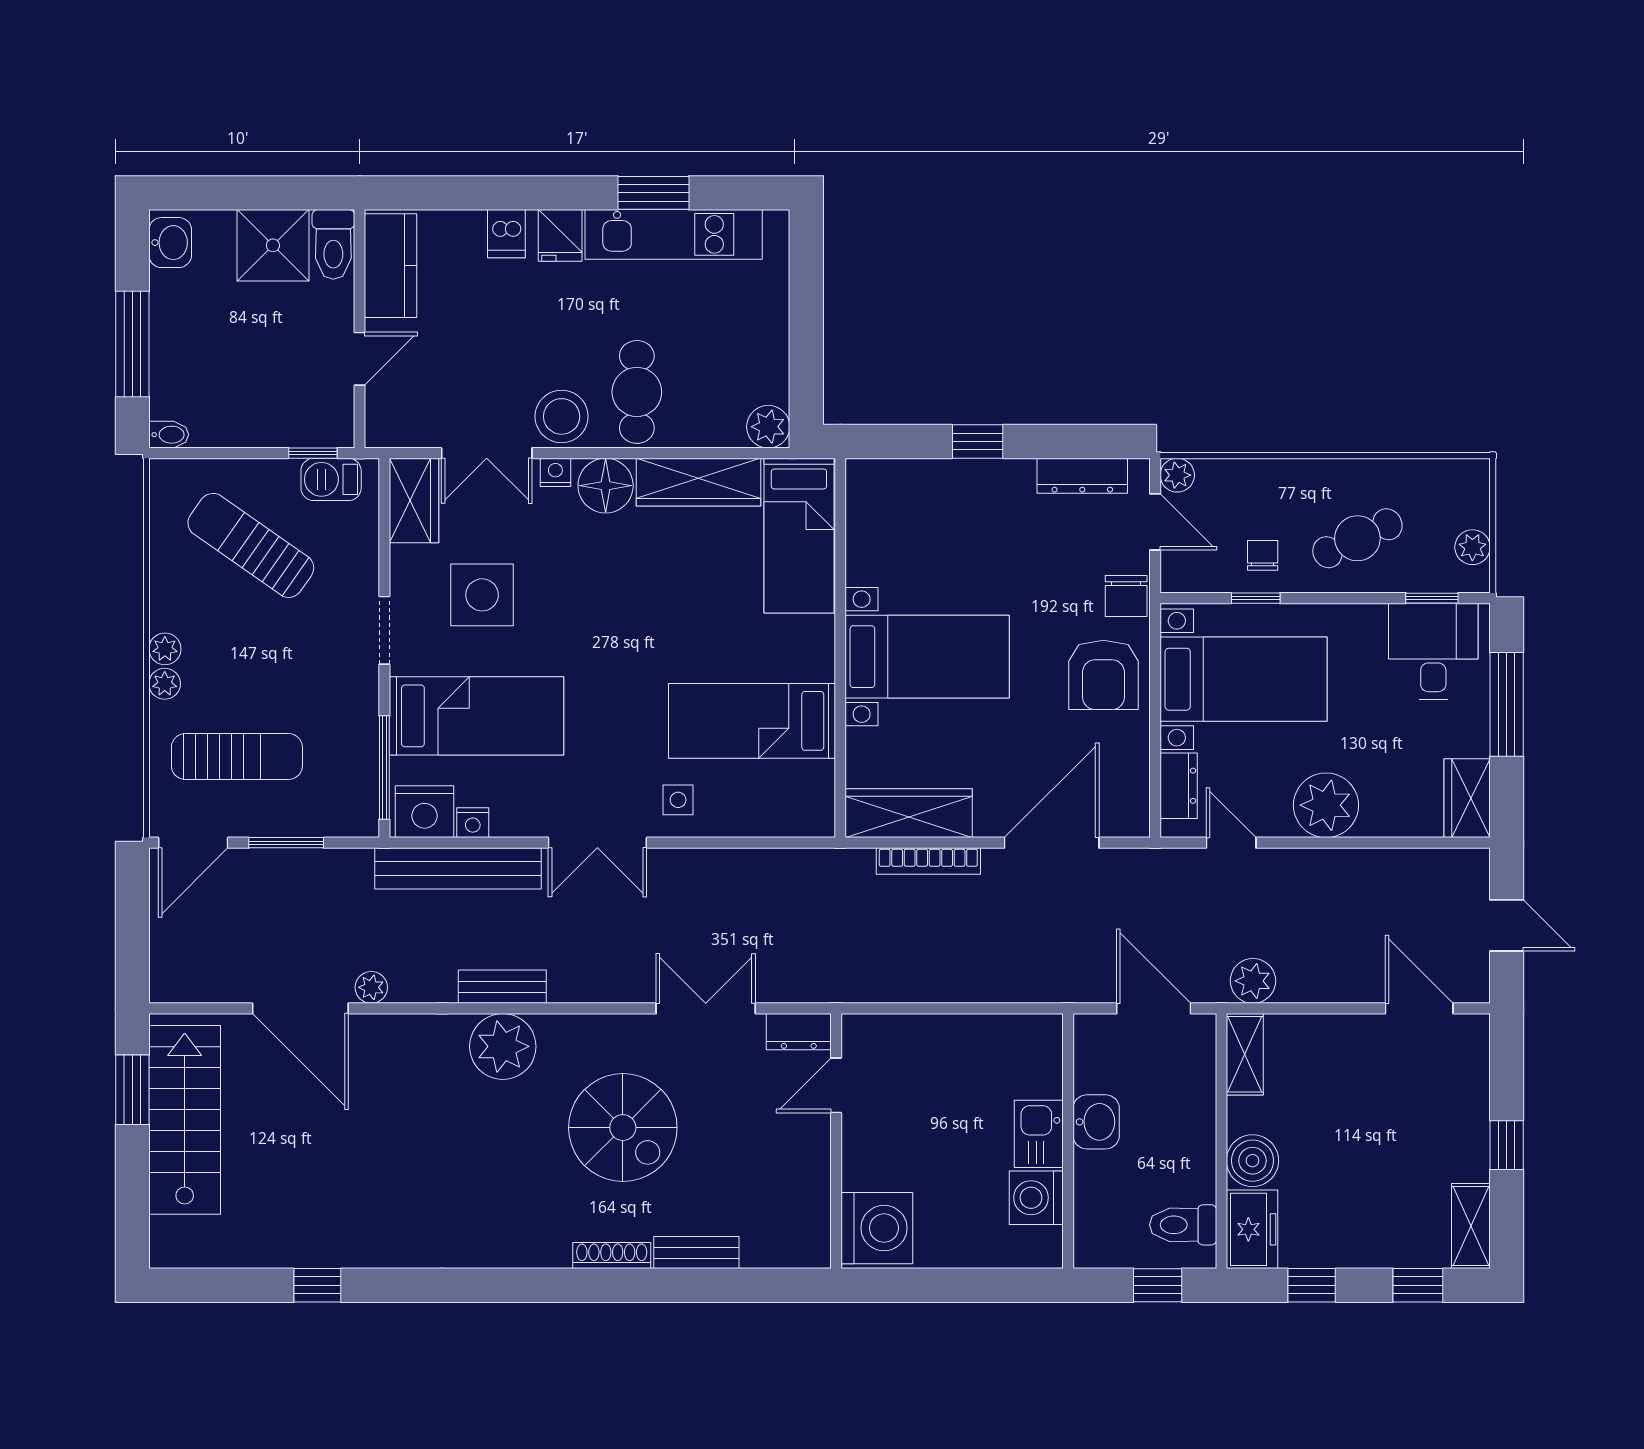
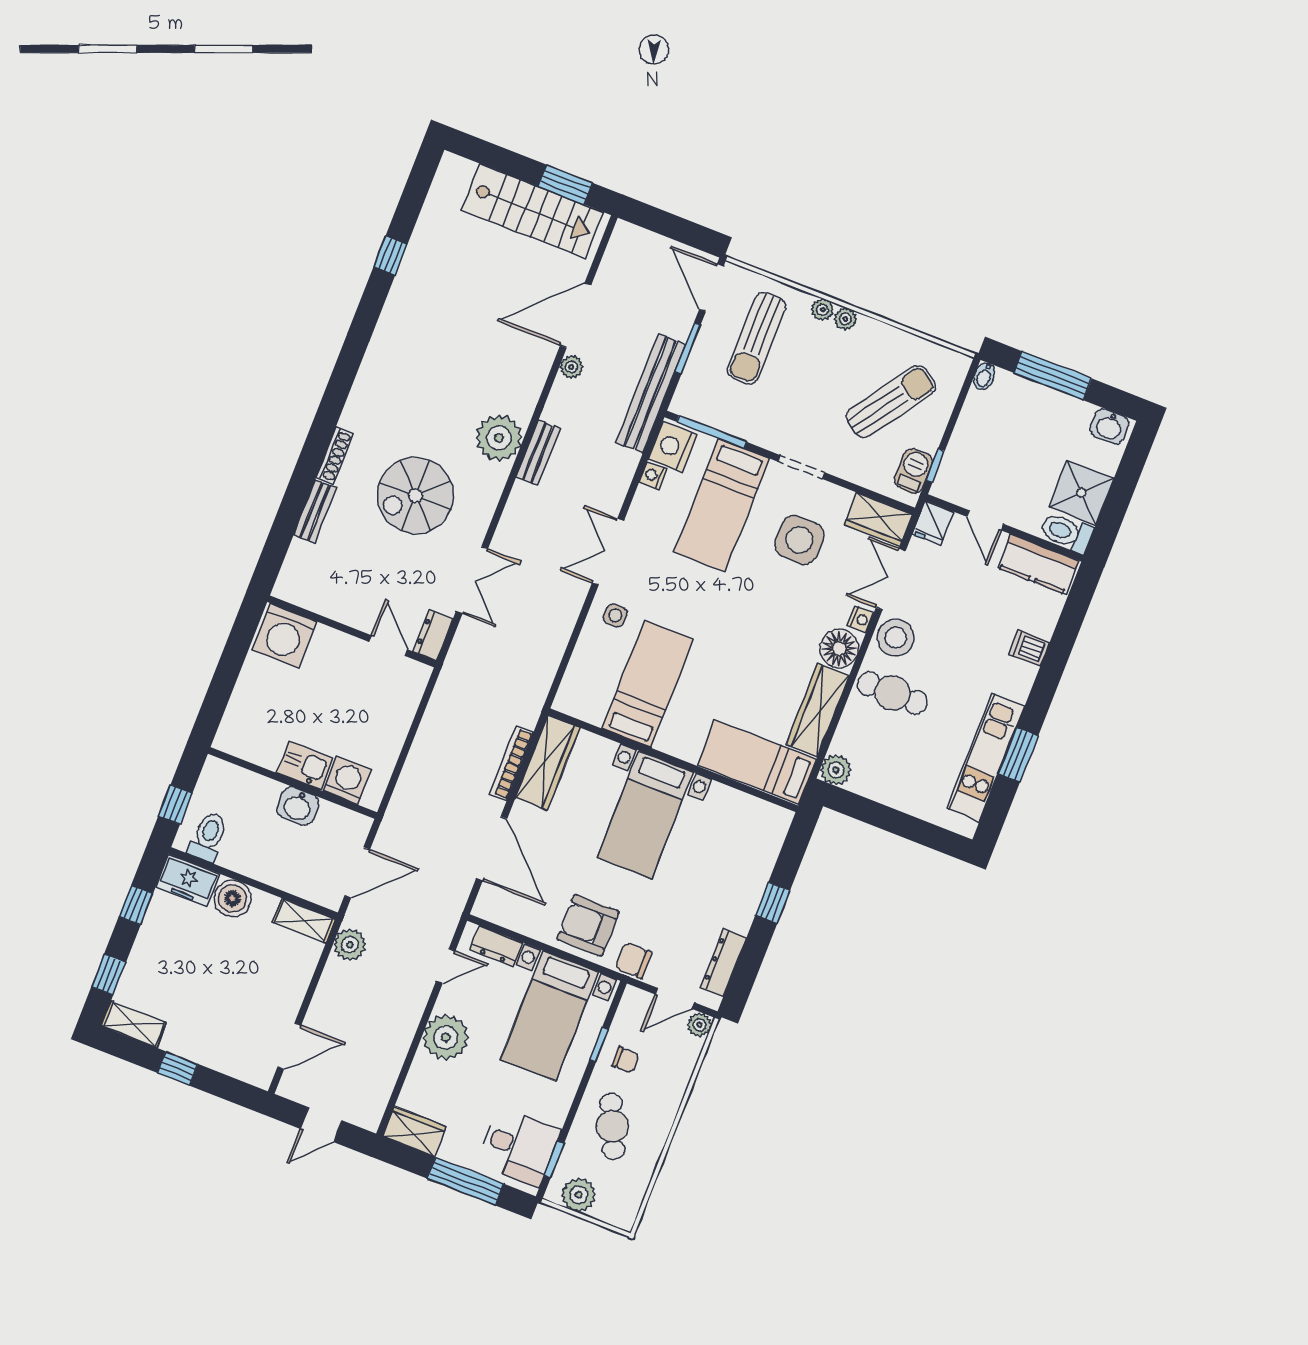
fridge: (560, 235) -> (933, 523), moved, turned -90
plant: (1472, 547) -> (579, 1195), width x1.38, depth x1.38
bench: (458, 868) -> (651, 393), moved
washing machine: (1036, 1198) -> (347, 780), moved

